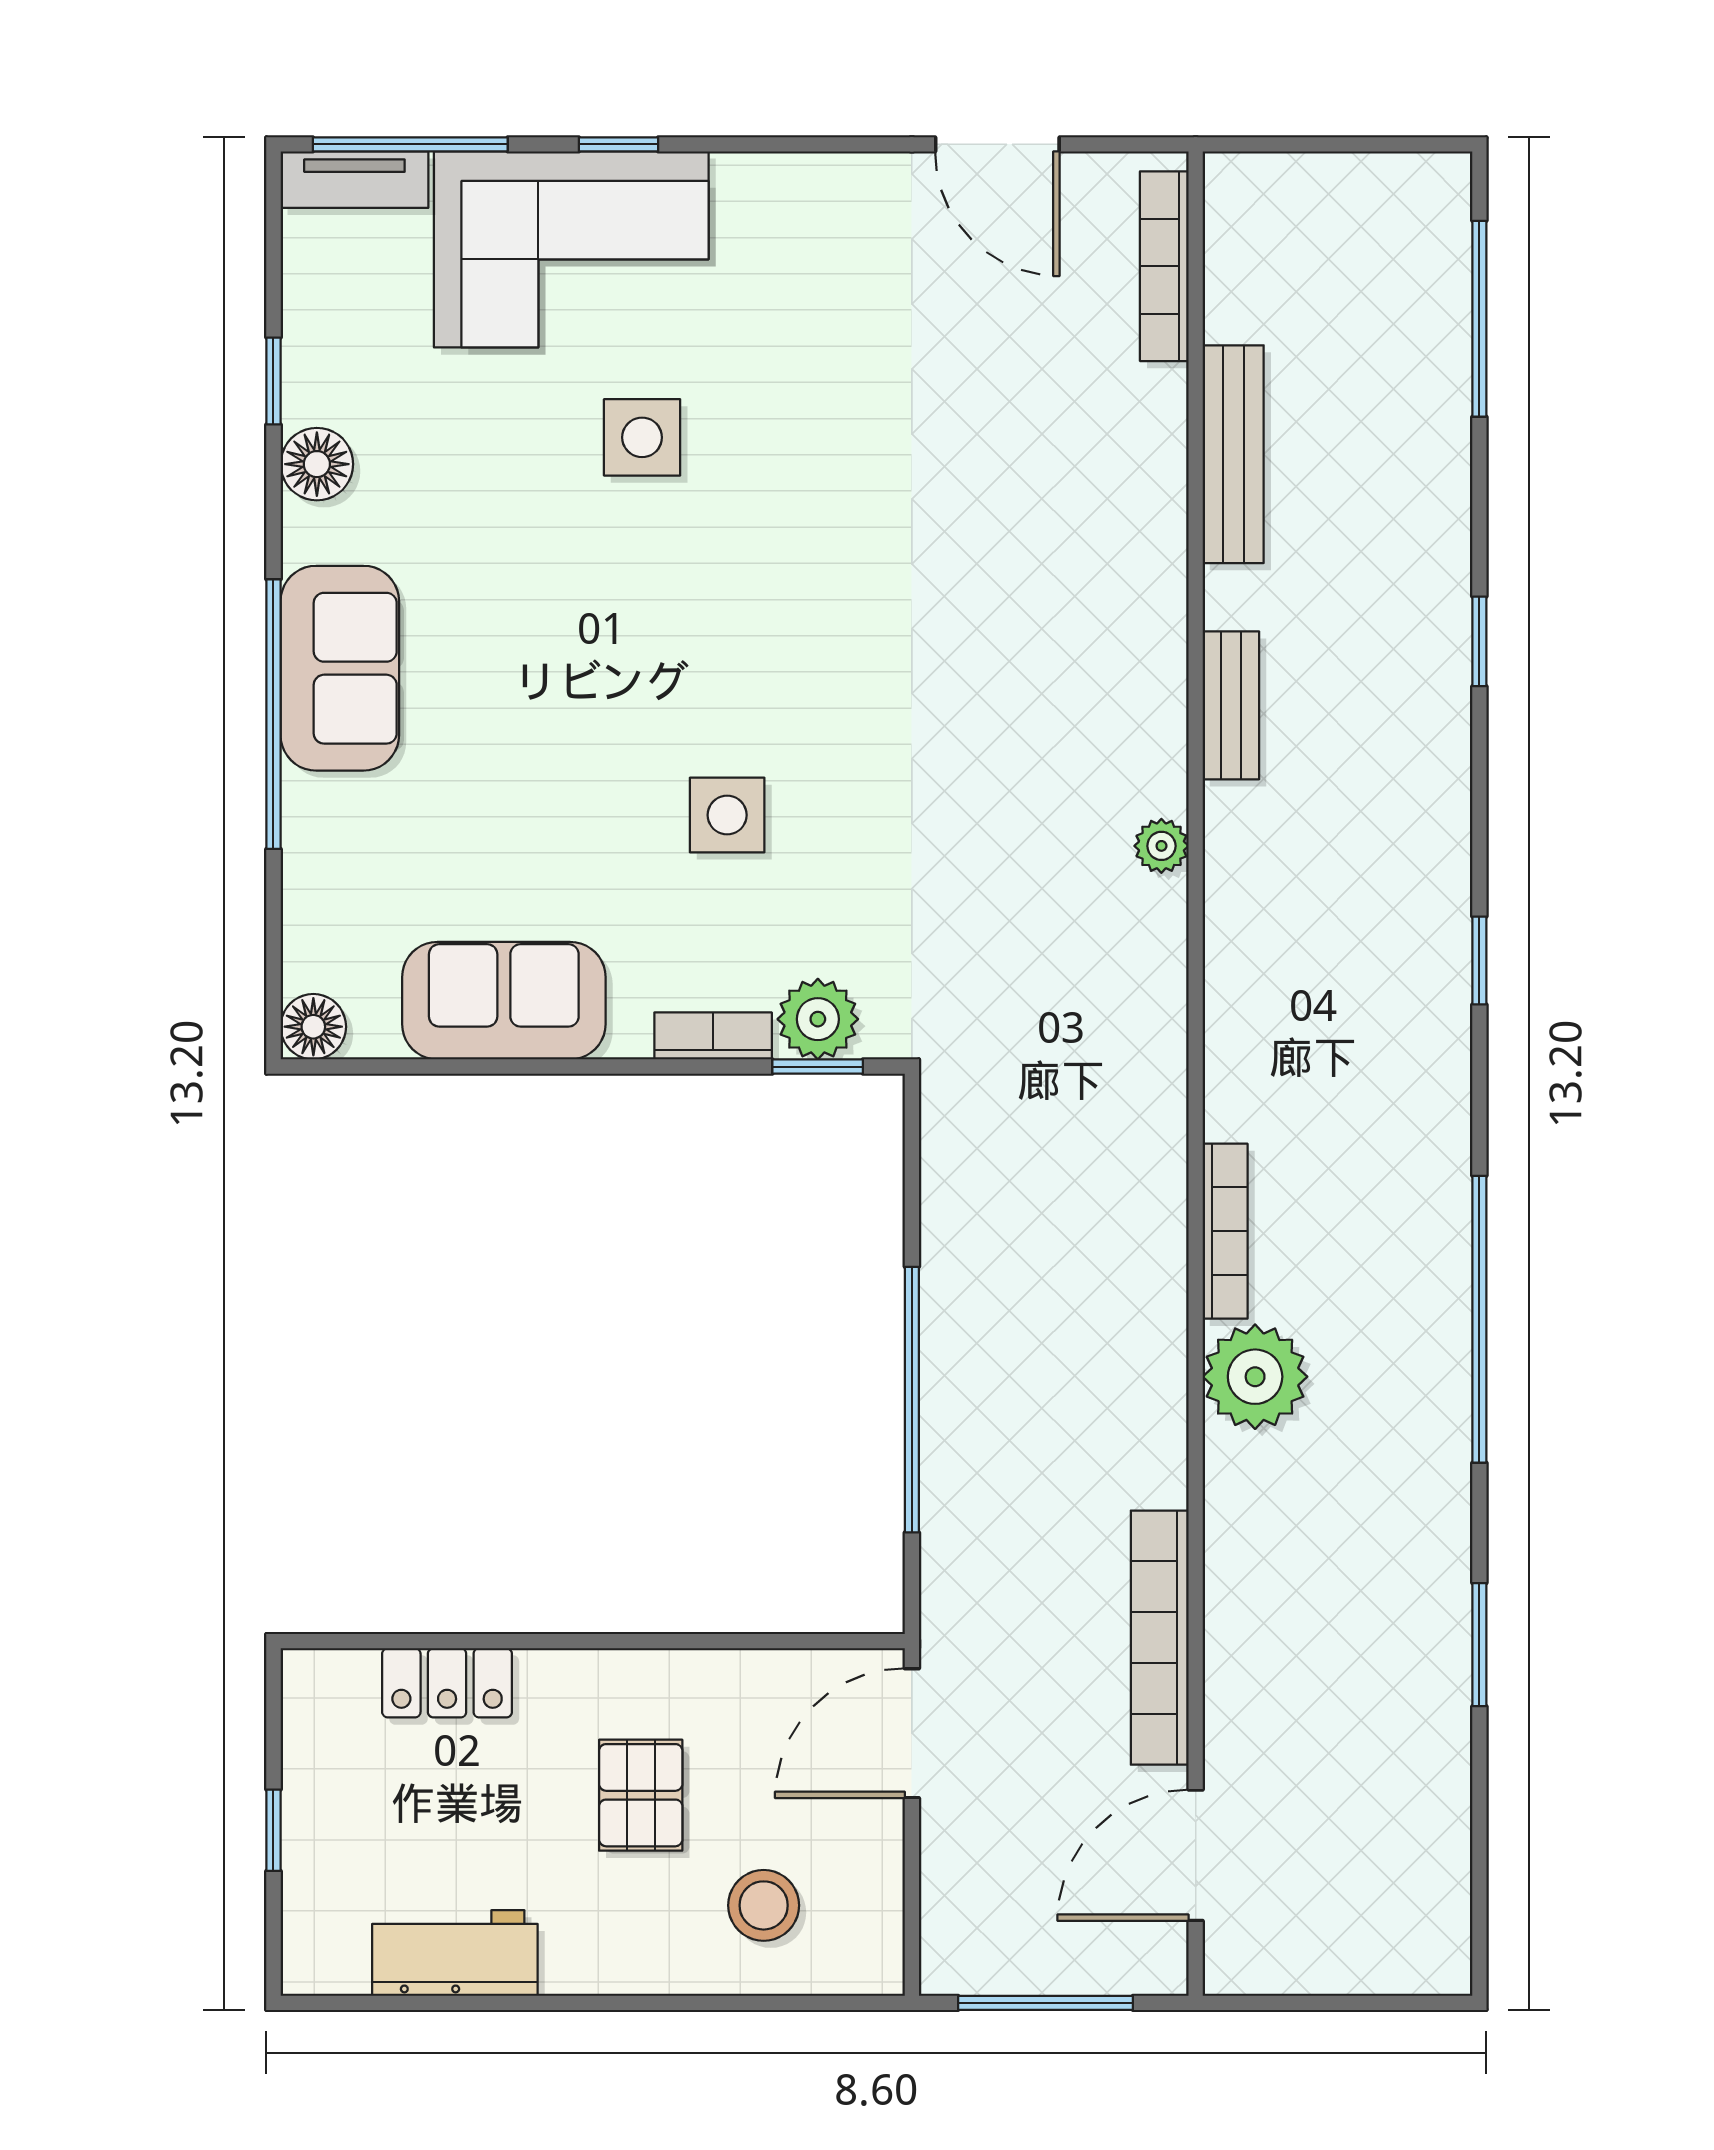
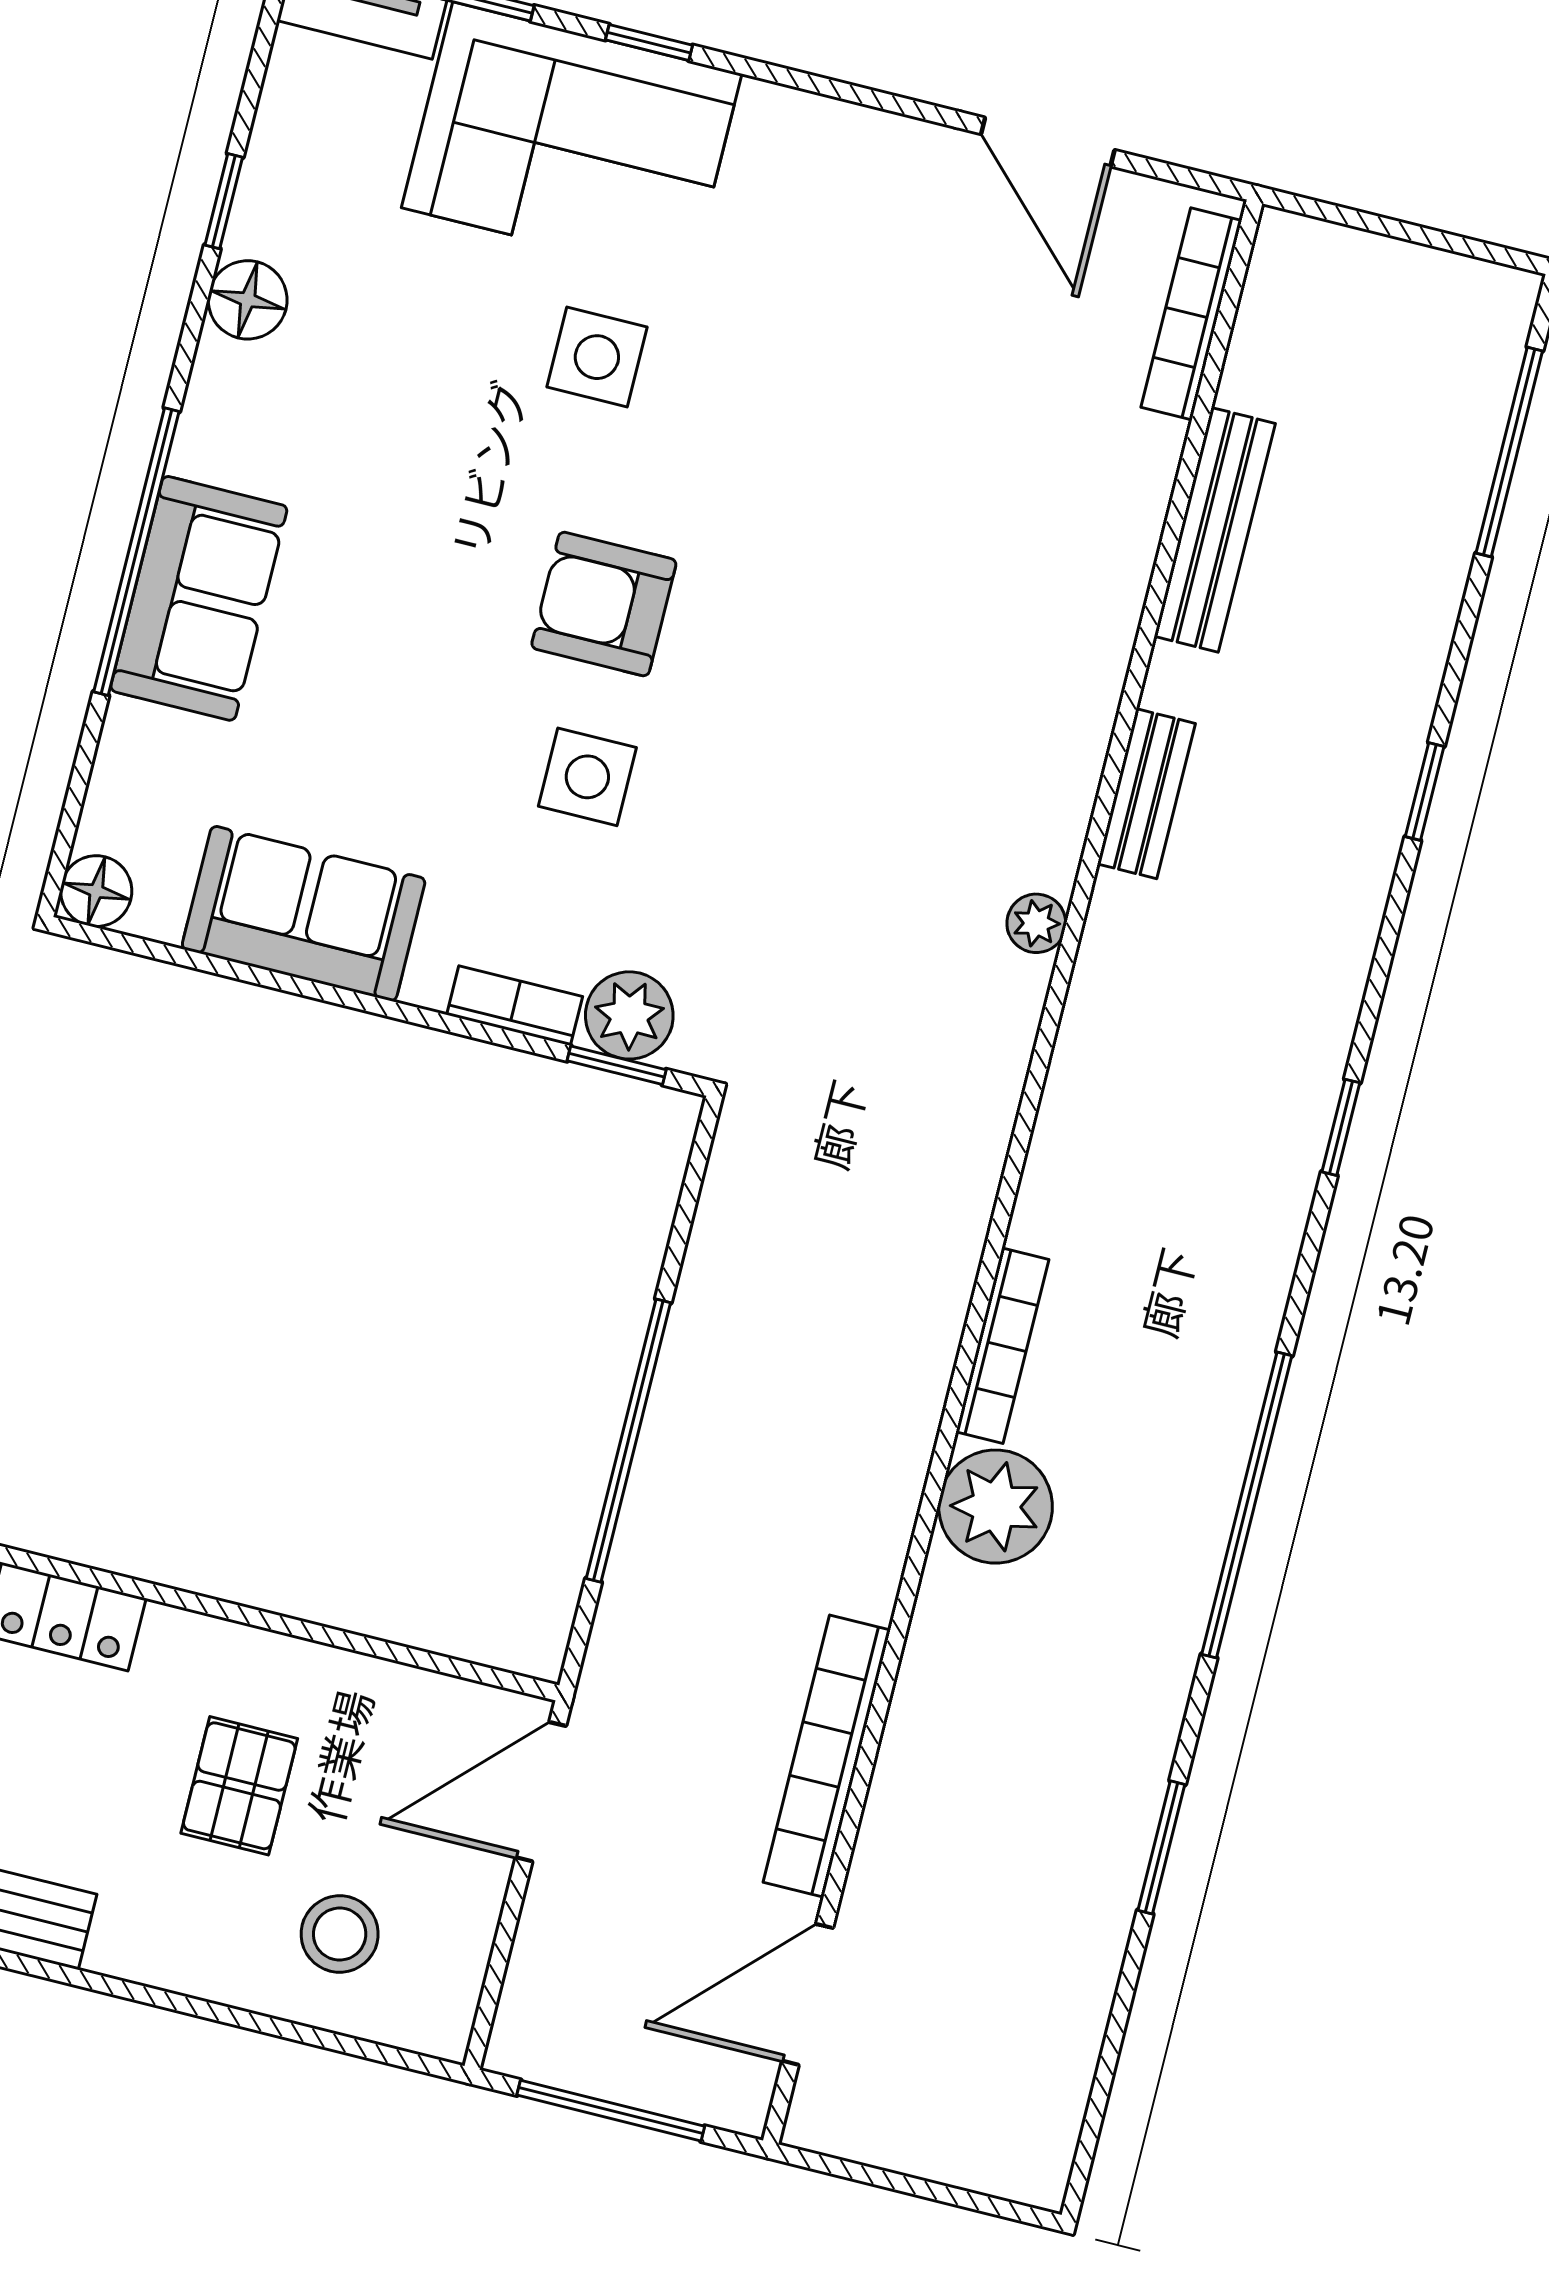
armchair: (703, 657) -> (604, 604), added
sofa: (340, 668) -> (199, 598), moved

